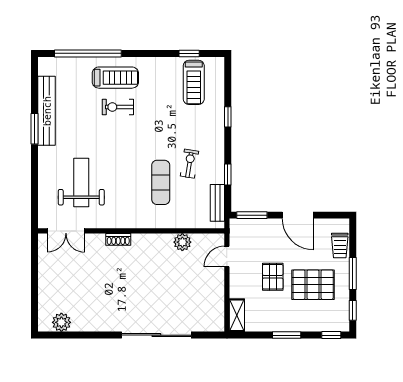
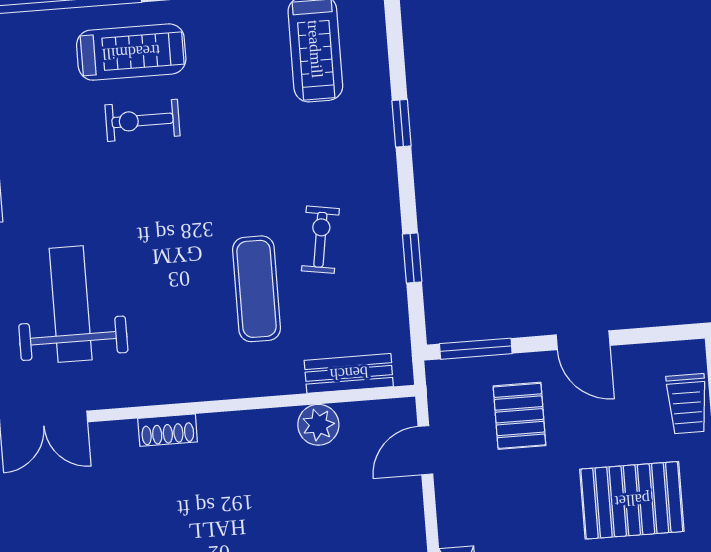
bench: (217, 203) -> (349, 373), moved, turned 90
door: (298, 215) -> (583, 340), width x0.73
pallet: (273, 277) -> (519, 416), moved

